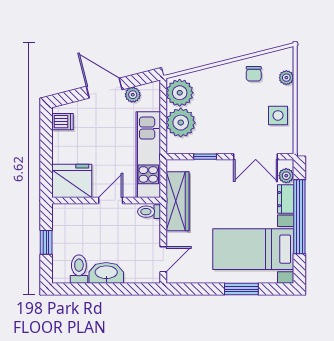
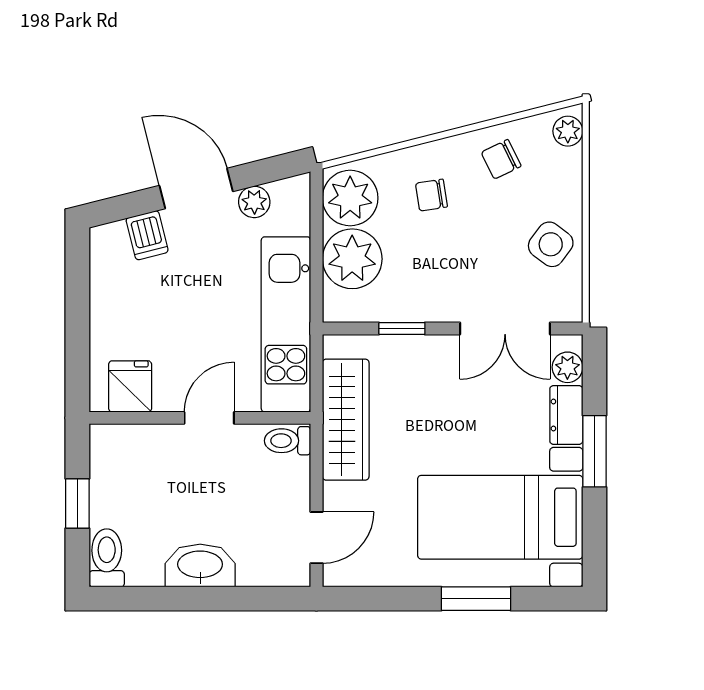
chair: (254, 74) -> (501, 159), turned 64
plant: (286, 78) -> (568, 131), moved
chair: (220, 91) -> (431, 195), added
side table: (278, 115) -> (551, 244), turned 37
dishwasher: (62, 122) -> (147, 235), moved, turned 76
fridge: (72, 181) -> (130, 386), width x0.53, depth x0.75
window: (299, 217) -> (594, 451), width x0.47
toilet: (79, 269) -> (107, 558), moved

